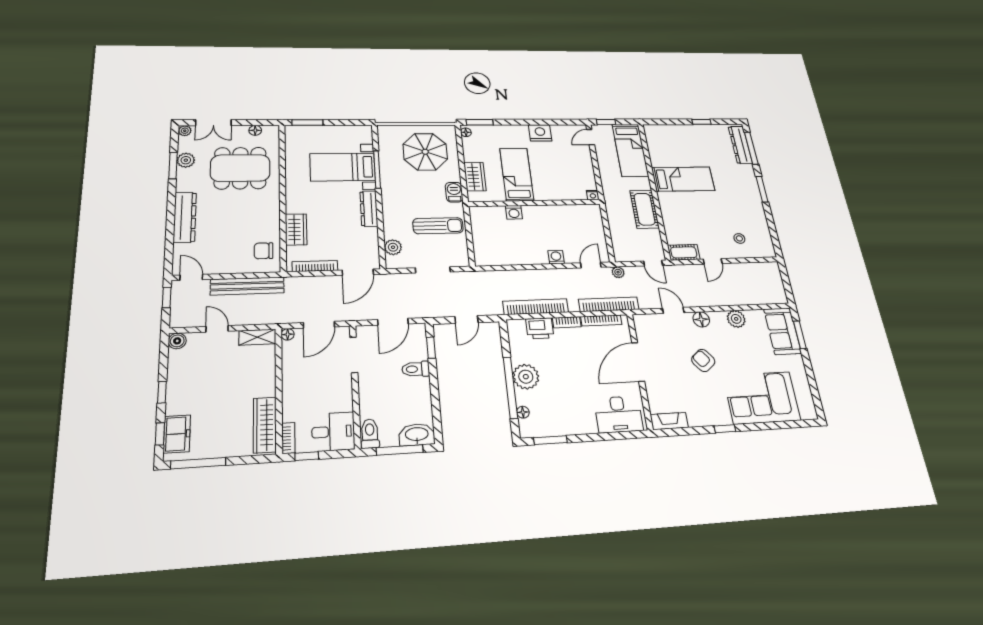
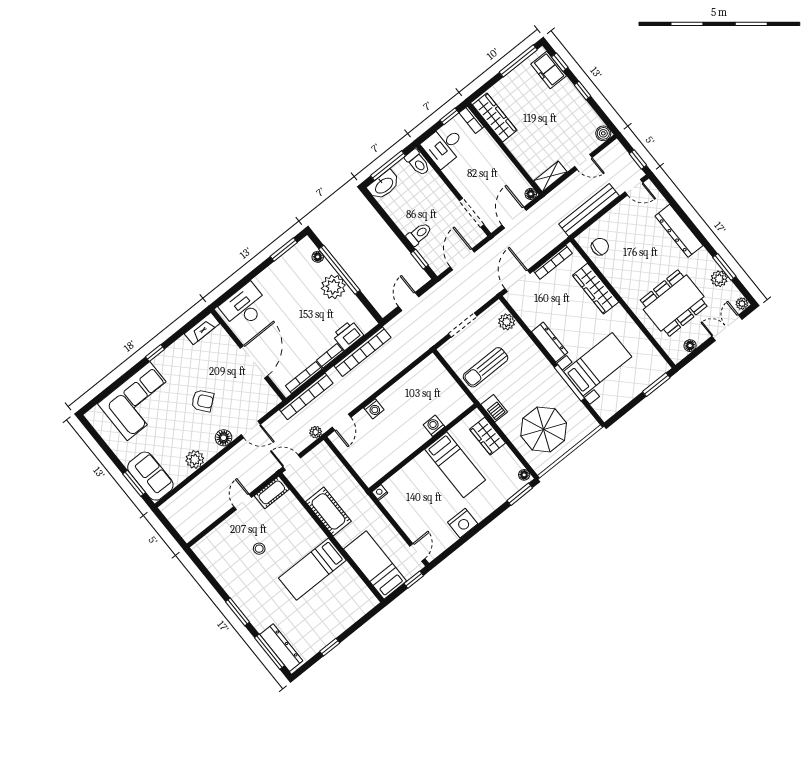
wardrobe: (296, 229) -> (596, 289), width x1.50
stool: (739, 238) -> (259, 549), moved

